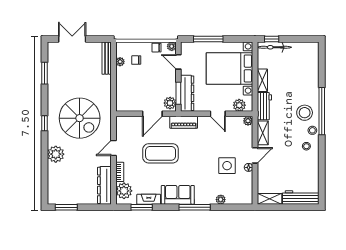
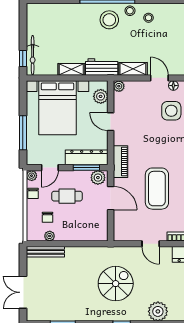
cafe table: (154, 77) -> (67, 196), added
door: (218, 114) -> (111, 122), swing flipped
spiral stairs: (80, 118) -> (116, 284), width x0.73, depth x0.73

